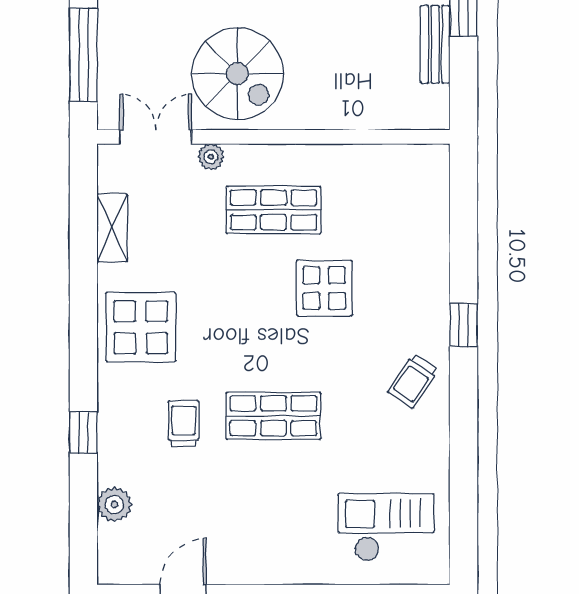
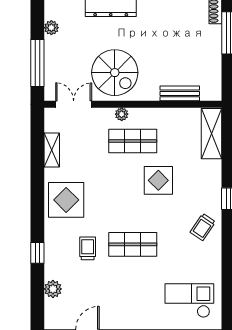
bench: (435, 44) -> (180, 93), moved, turned 90
plant: (211, 157) -> (122, 114), moved
shelving: (430, 195) -> (211, 134), added

